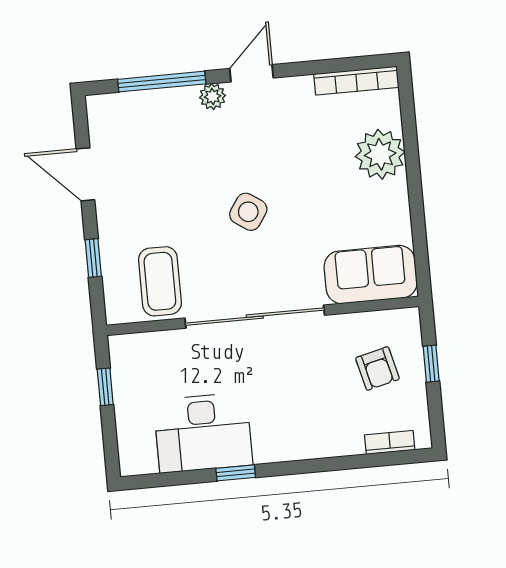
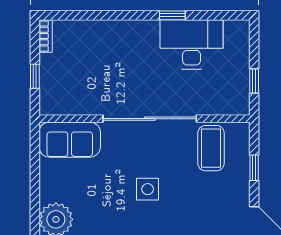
side table: (248, 212) -> (148, 189), turned -34
armchair: (377, 369) -> (71, 76), removed
bookcase: (390, 442) -> (46, 36), moved, turned -90

